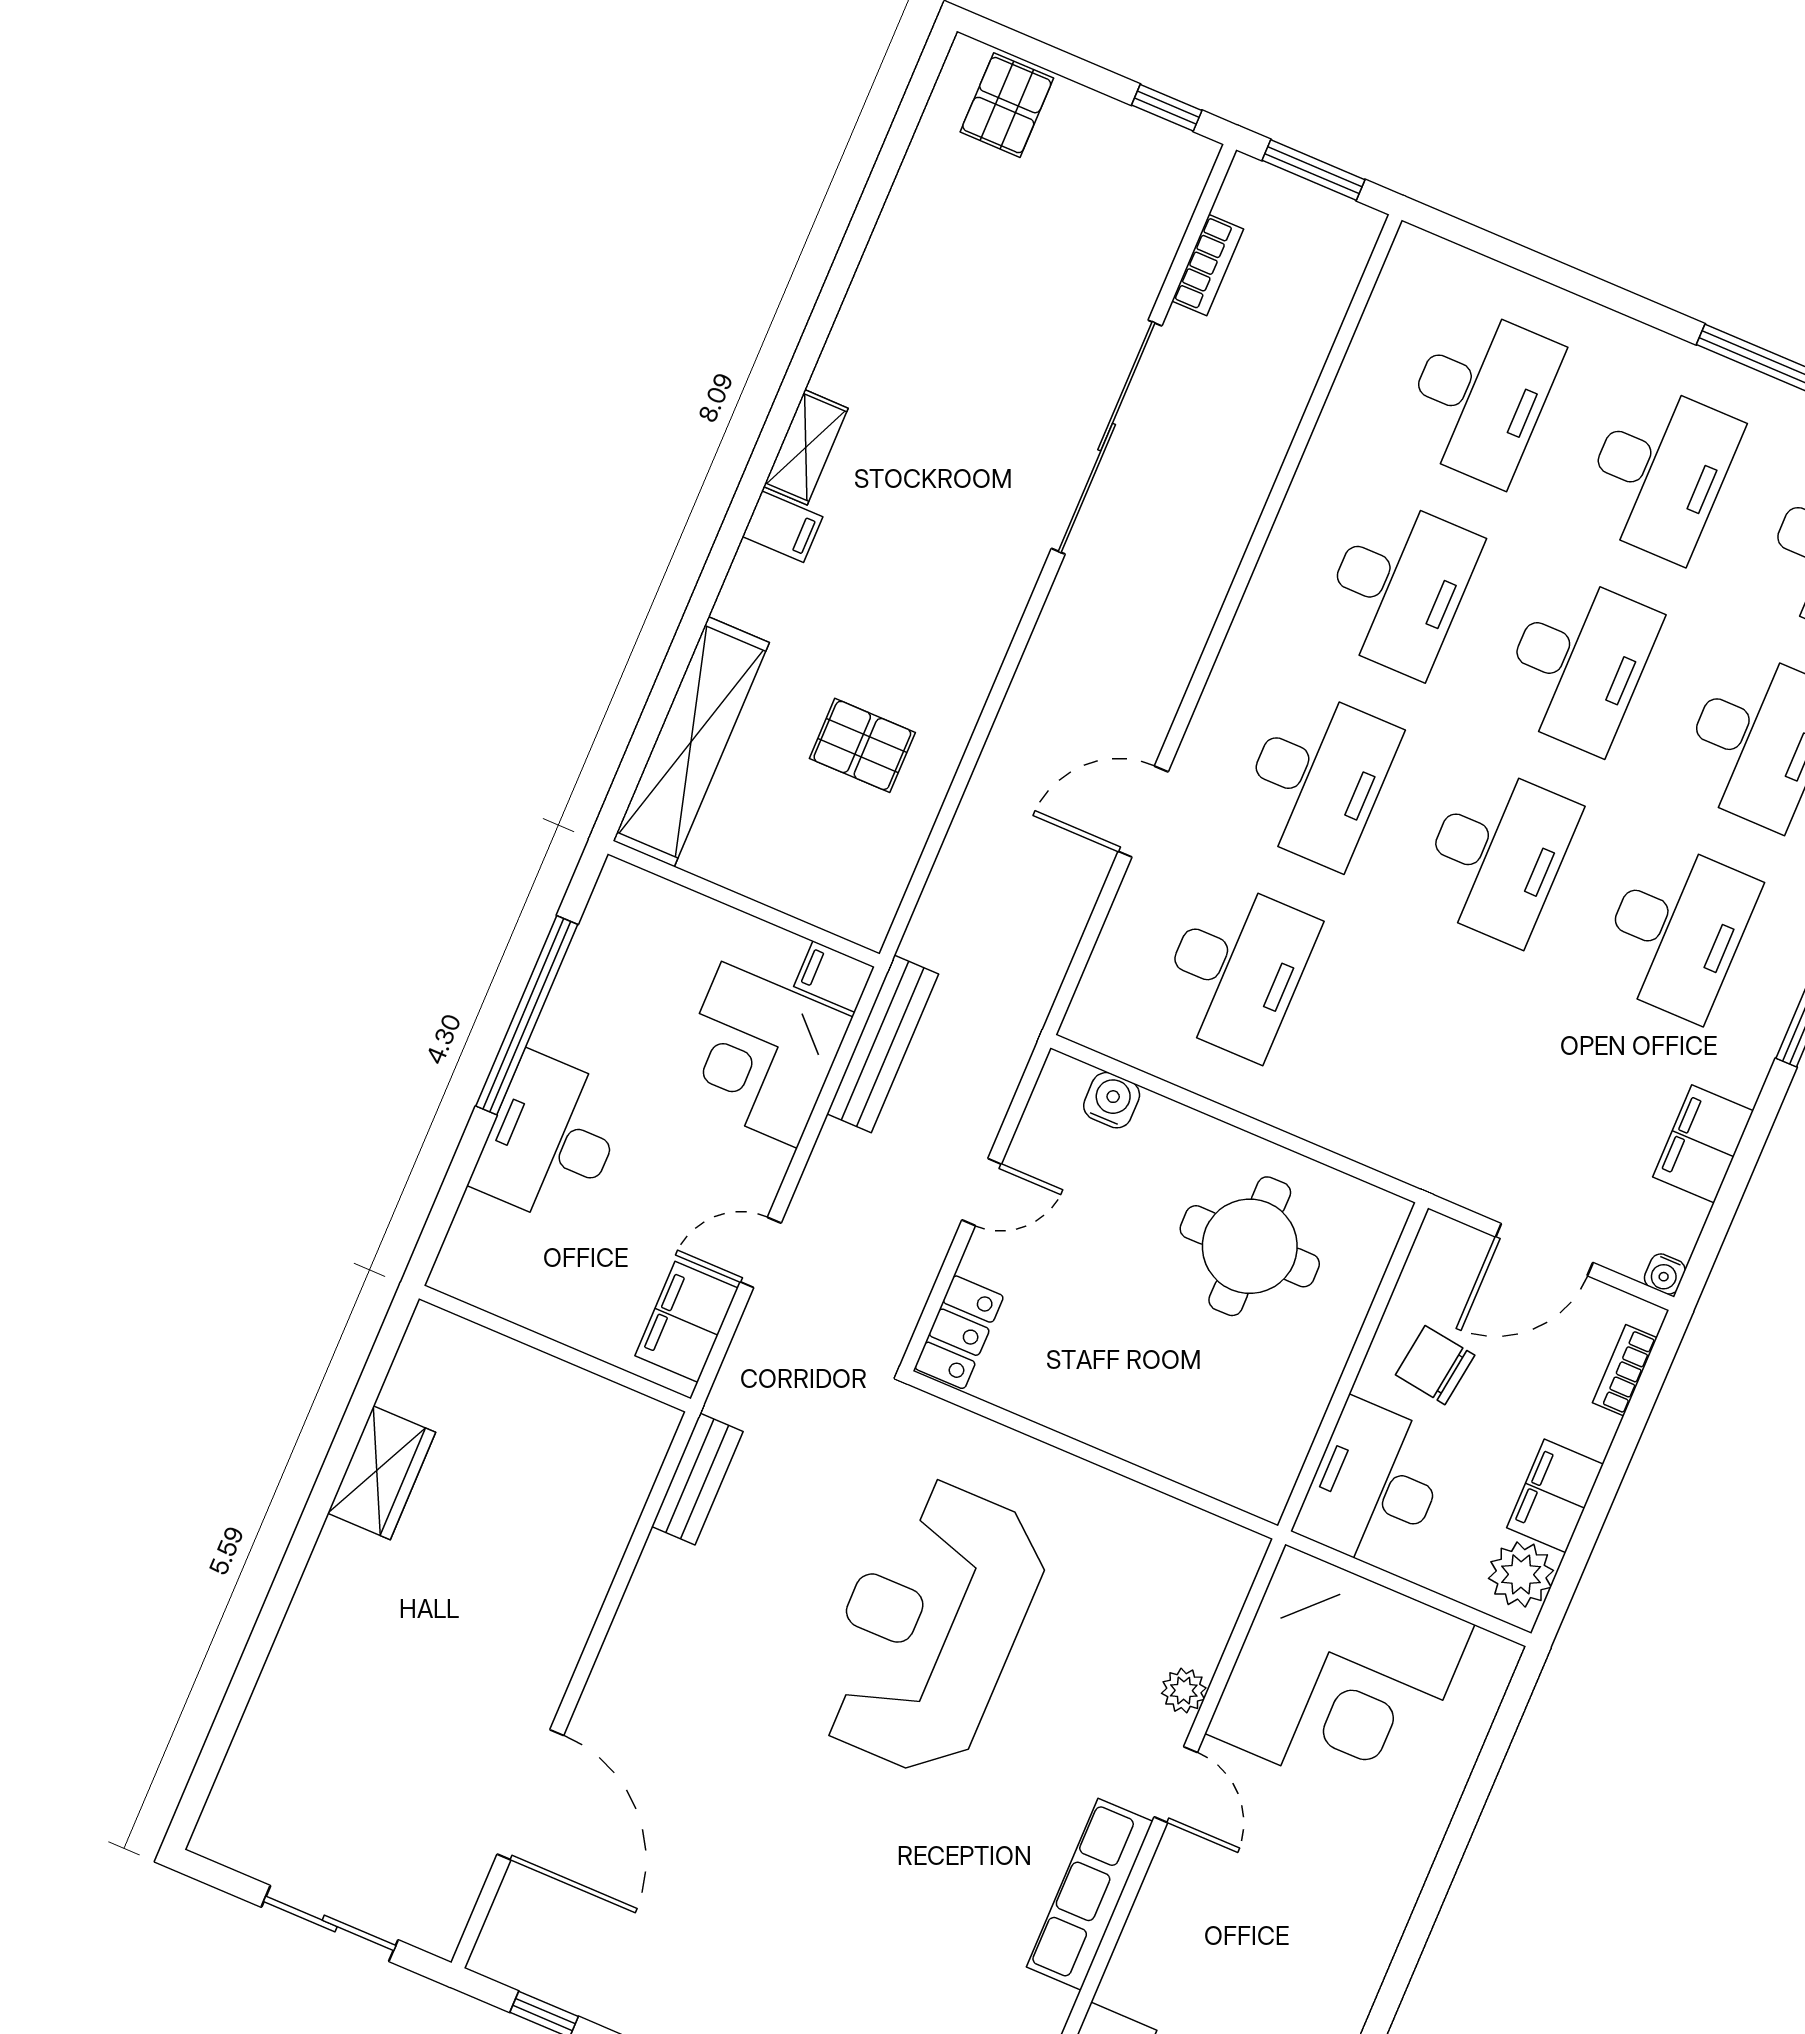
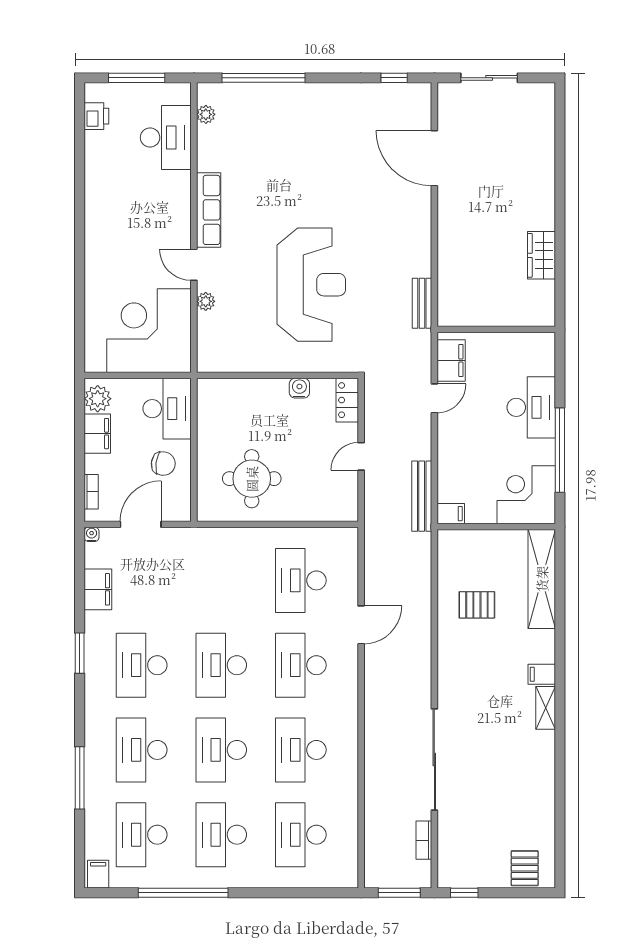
corner desk: (759, 1055) -> (526, 495), moved, turned -90
water cooler: (1112, 1100) -> (299, 388), moved, turned 180

